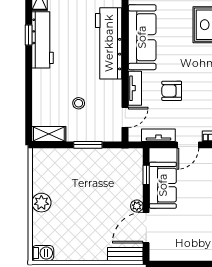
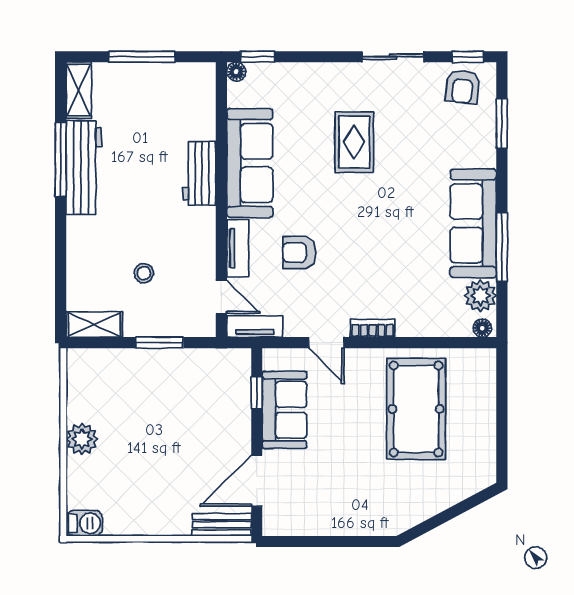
window: (29, 35) -> (61, 159), width x2.17
workbench: (109, 43) -> (199, 173), width x0.53, depth x0.76
door: (125, 117) -> (221, 297), hinge flipped
tv unit: (158, 135) -> (255, 327), moved
door: (188, 145) -> (326, 343), hinge flipped
plant: (137, 206) -> (241, 445), removed

